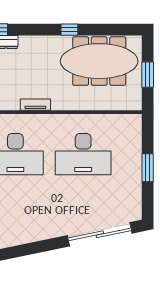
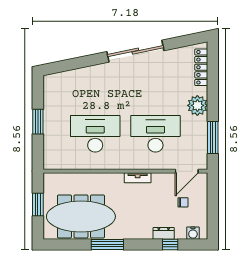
window: (69, 30) -> (107, 244), width x2.17
sliding door: (100, 234) -> (135, 51), moved

